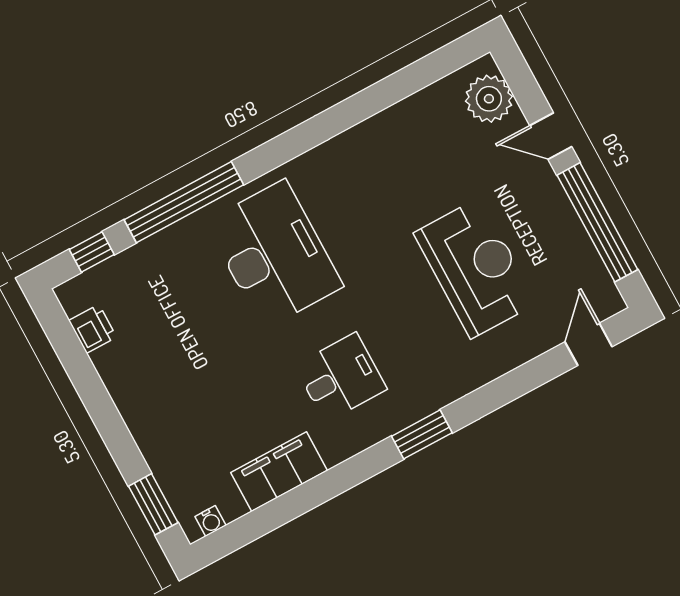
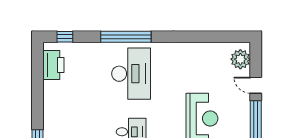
window: (184, 202) -> (126, 37), moved
printer: (93, 329) -> (53, 65), width x1.87, depth x1.48

